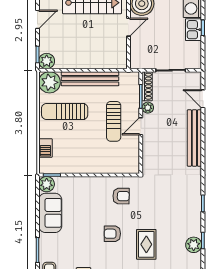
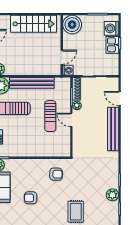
door: (128, 27) -> (62, 57), moved
washing machine: (136, 62) -> (68, 70), added
door: (141, 126) -> (71, 120), hinge flipped
armchair: (112, 234) -> (31, 198), moved
plant: (194, 245) -> (112, 195), moved

